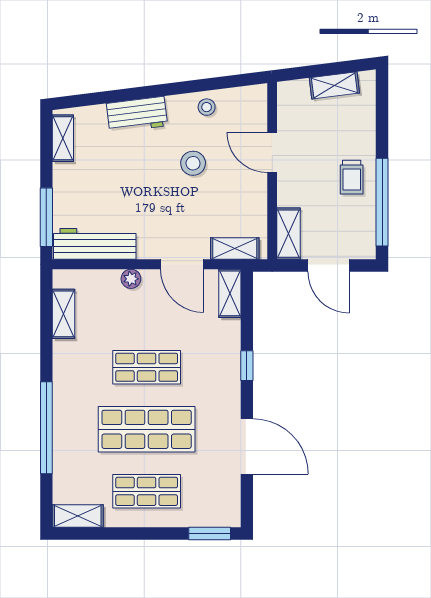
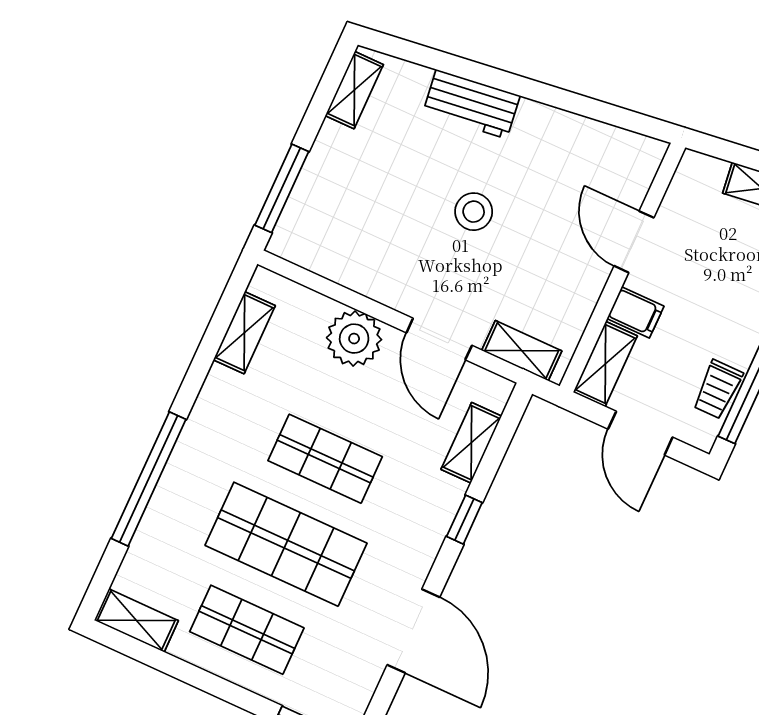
stool: (207, 107) -> (572, 138), removed
stool: (193, 163) -> (474, 212), moved
trolley: (352, 177) -> (718, 389), moved
filing cabinet: (292, 194) -> (635, 312), added
workbench: (95, 244) -> (332, 256), removed
plant: (131, 279) -> (354, 339), width x1.88, depth x1.88
shelving: (230, 293) -> (471, 443), moved

